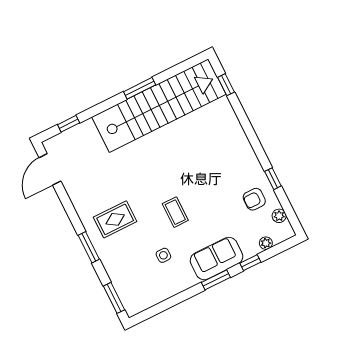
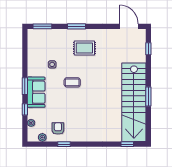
rug: (115, 219) -> (84, 48), turned 90

